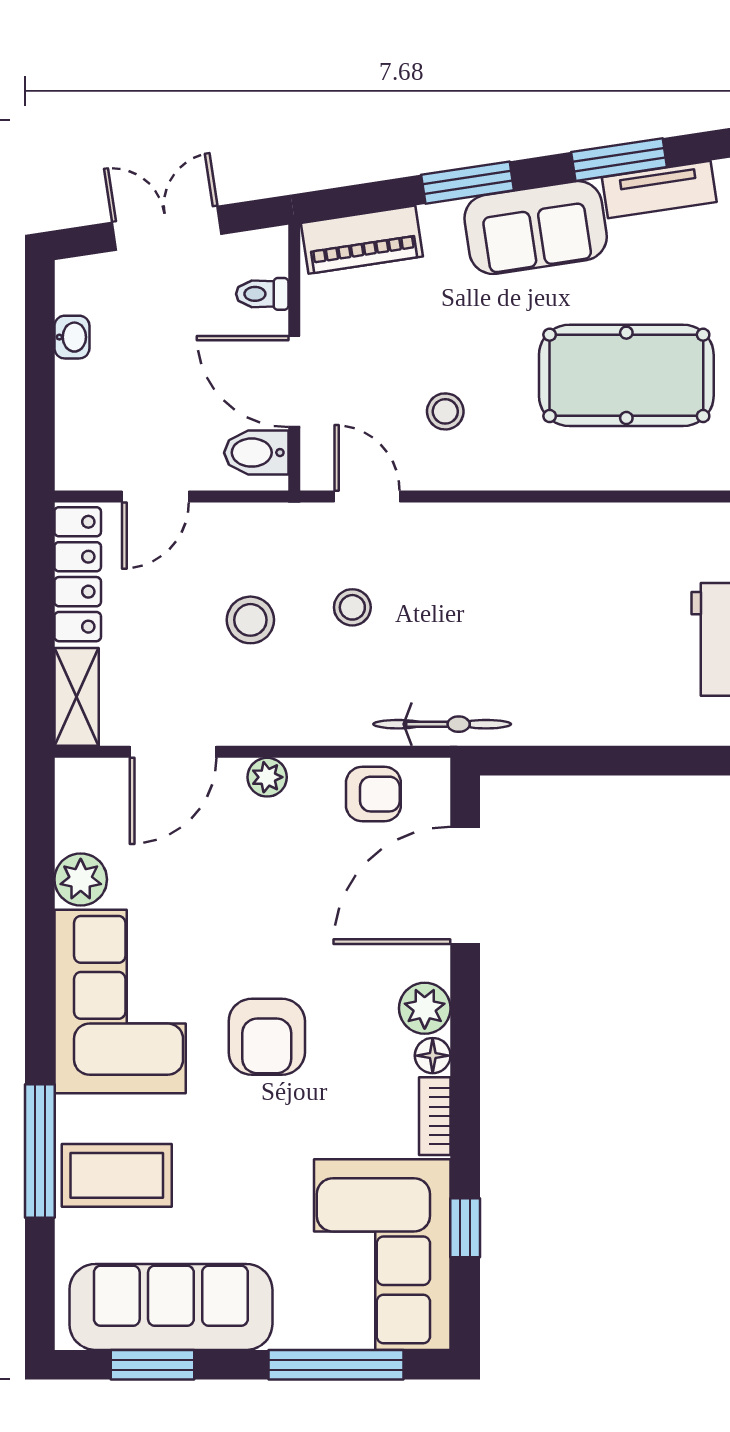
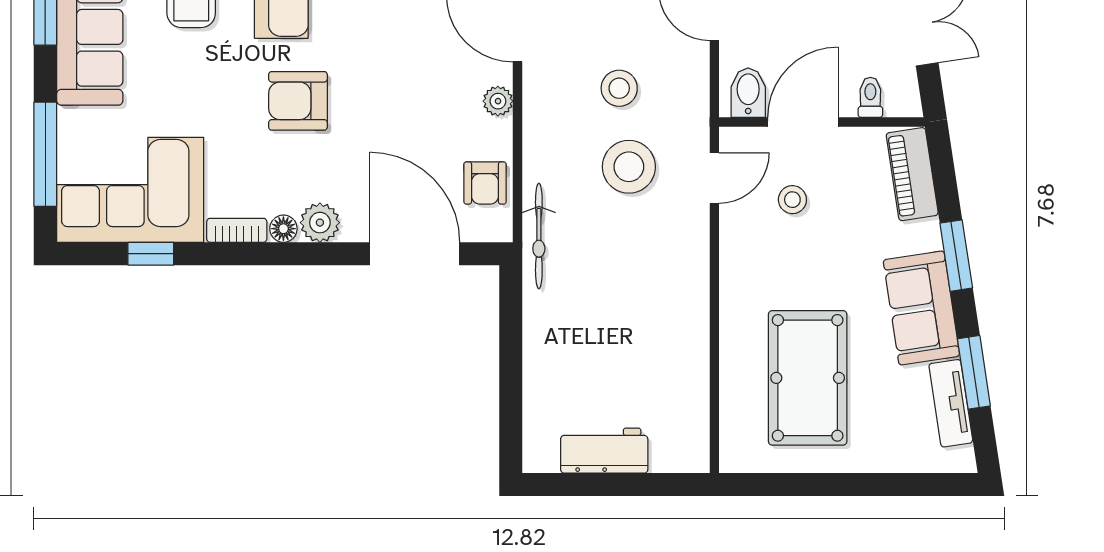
stool: (445, 411) -> (792, 200), moved
stool: (352, 607) -> (629, 167), width x1.89, depth x1.89

